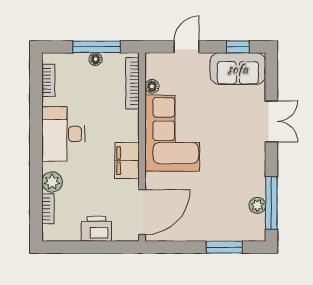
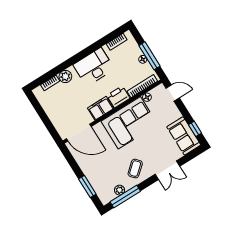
door: (187, 47) -> (173, 93), moved
coffee table: (241, 165) -> (135, 169), added
printer: (96, 229) -> (118, 97), moved, turned -90

